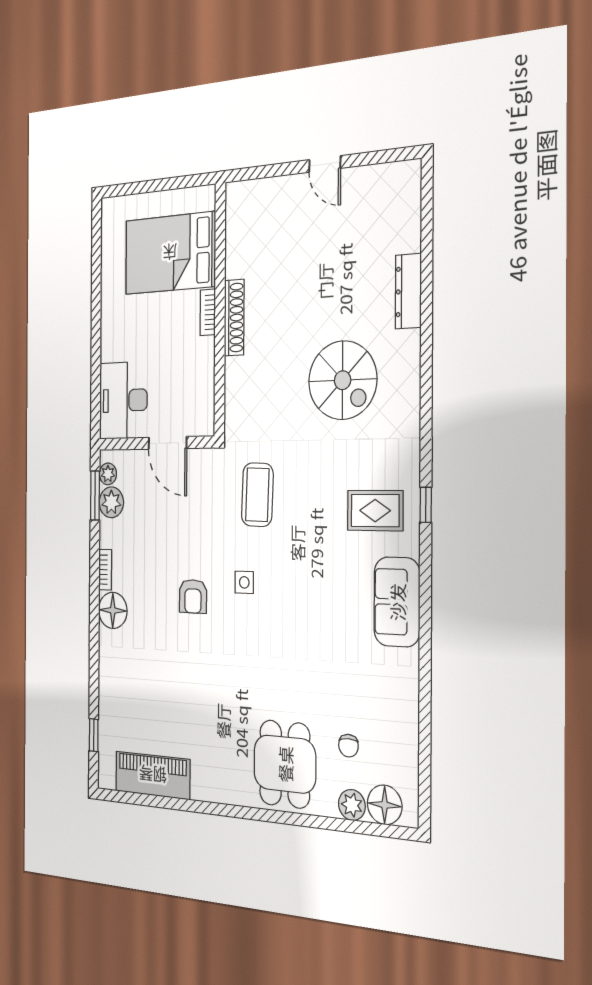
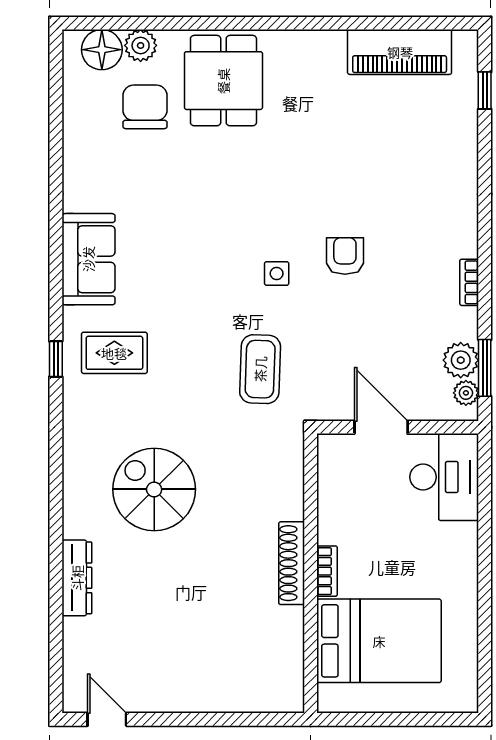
door: (325, 164) -> (107, 719), moved
floor lamp: (113, 610) -> (458, 236), removed
chair: (348, 746) -> (145, 107), width x1.87, depth x1.87

